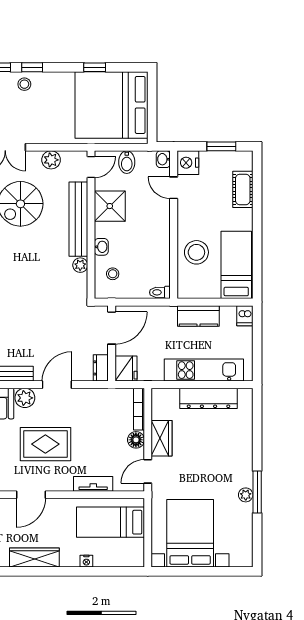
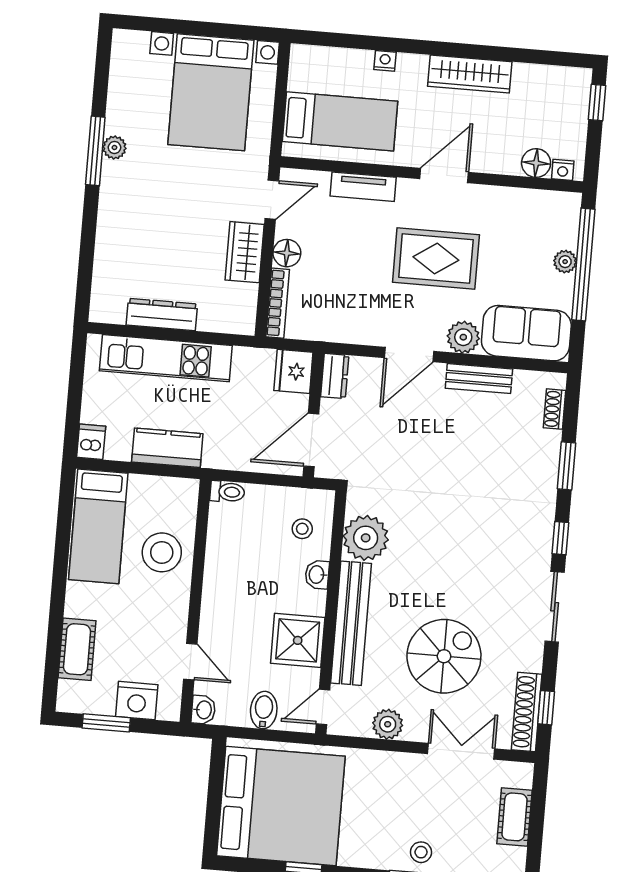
nightstand: (188, 163) -> (137, 701), moved, turned 90
plant: (80, 265) -> (366, 538), width x1.88, depth x1.88
dresser: (208, 398) -> (162, 314), width x0.73, depth x0.80
door: (31, 495) -> (444, 175), moved

